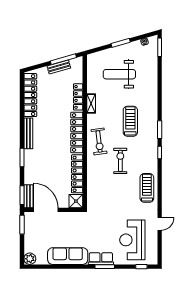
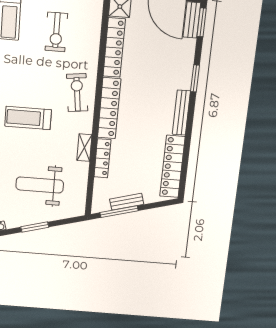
weight bench: (119, 74) -> (40, 185), turned 180
treadmill: (130, 121) -> (28, 118), turned 90
exercise bike: (120, 161) -> (56, 32), moved

